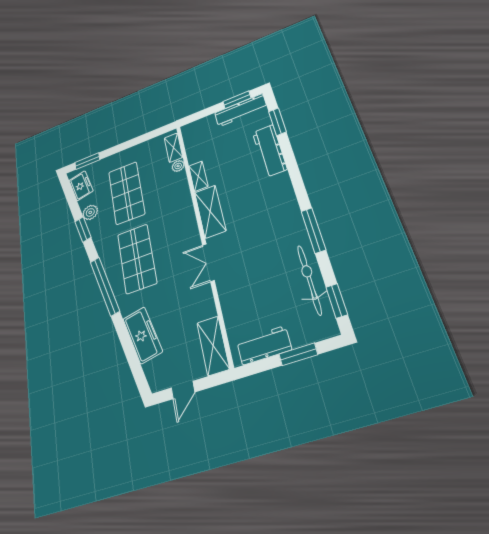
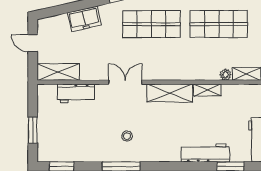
stool: (273, 238) -> (127, 136), added
bicycle: (309, 280) -> (84, 153), removed
freezer: (143, 335) -> (84, 19), width x0.71
workbench: (264, 345) -> (76, 93), moved, turned 90

